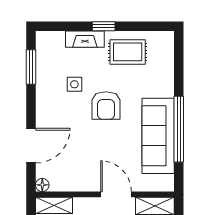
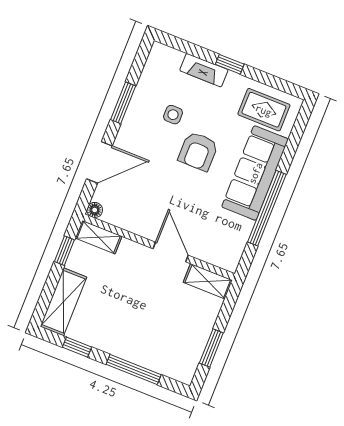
rug: (128, 52) -> (264, 110), moved
window: (31, 67) -> (123, 103), moved
sofa: (158, 136) -> (255, 173), moved

